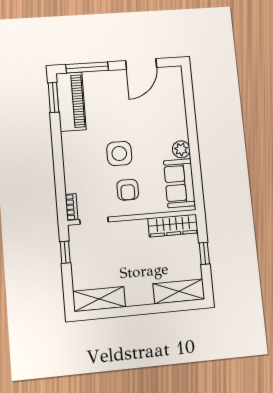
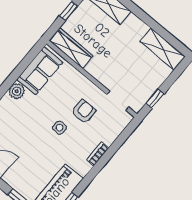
side table: (119, 153) -> (59, 128), width x0.54, depth x0.54
armchair: (128, 190) -> (83, 112), moved
bookcase: (71, 207) -> (98, 154), moved

